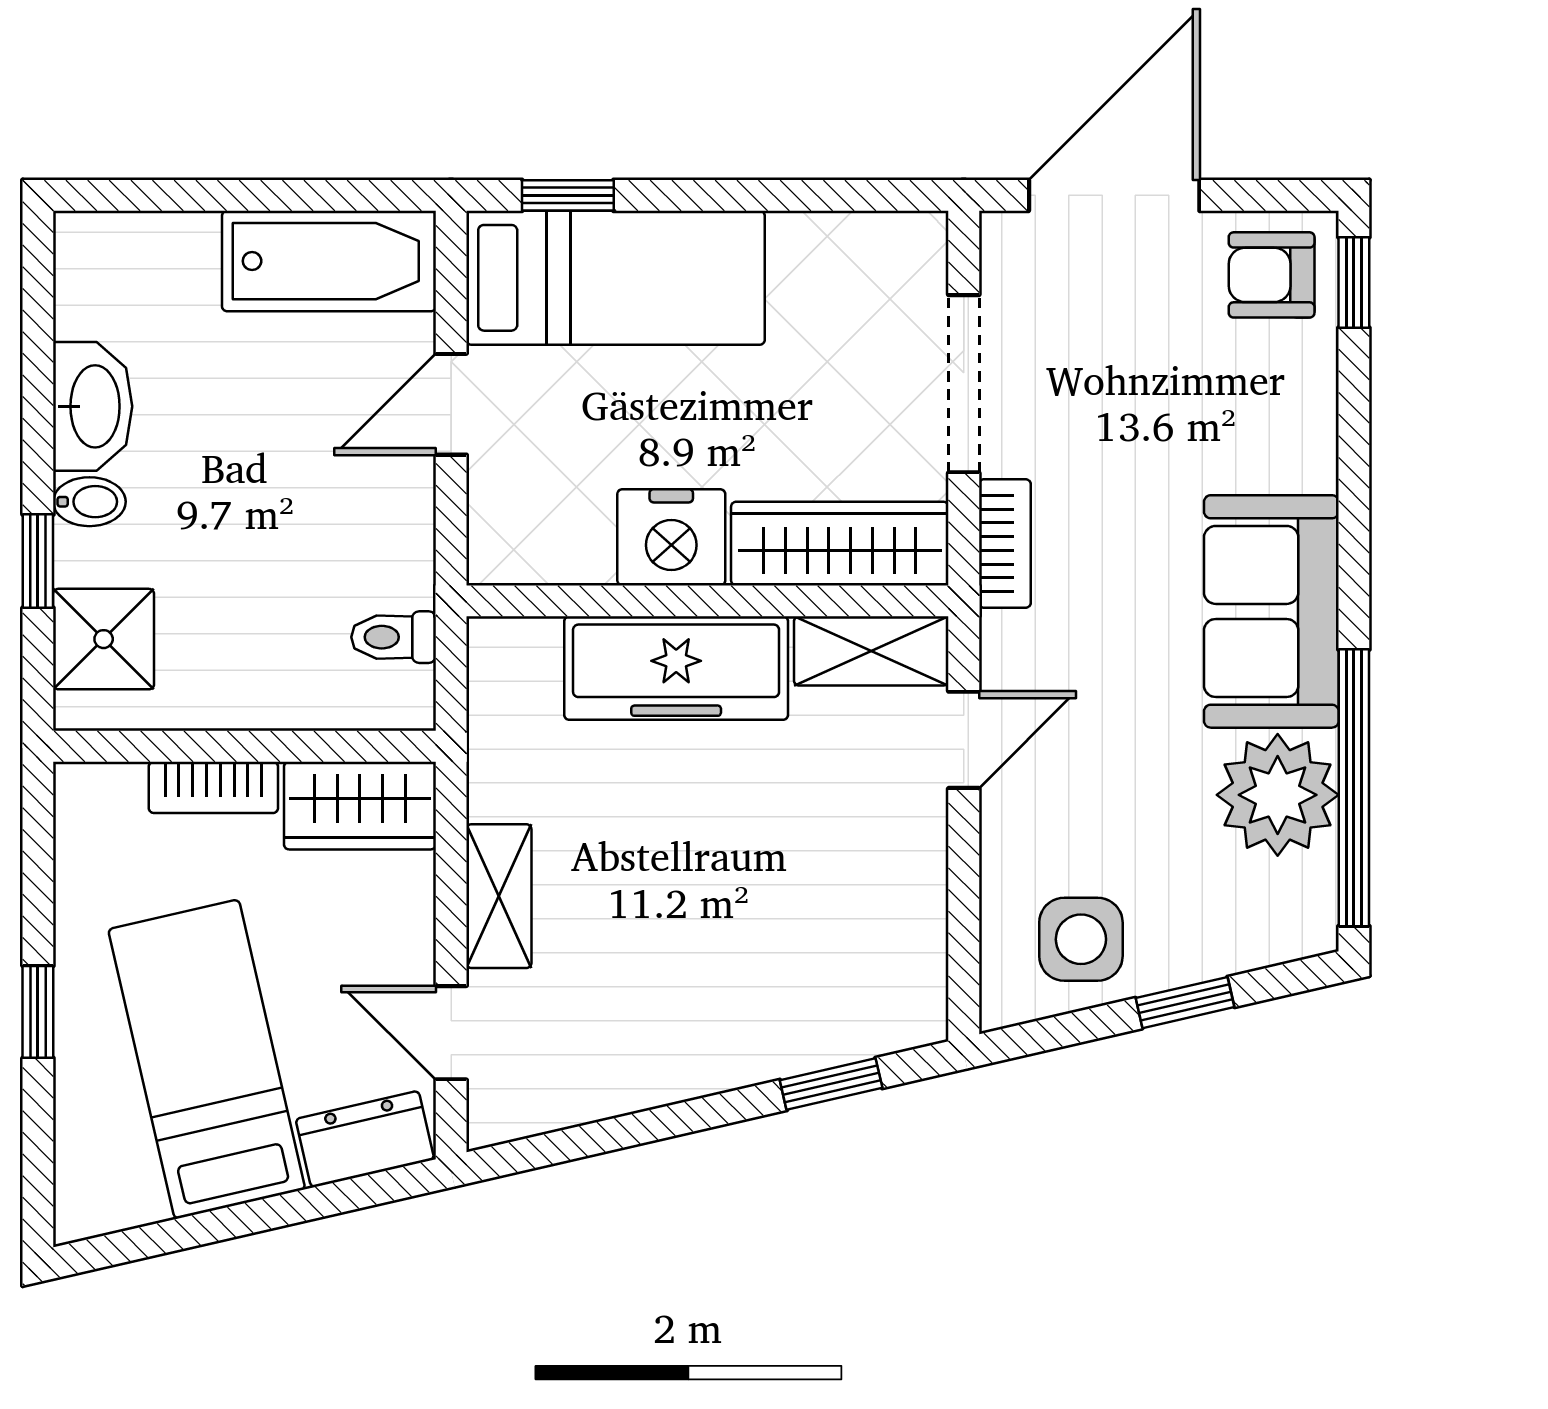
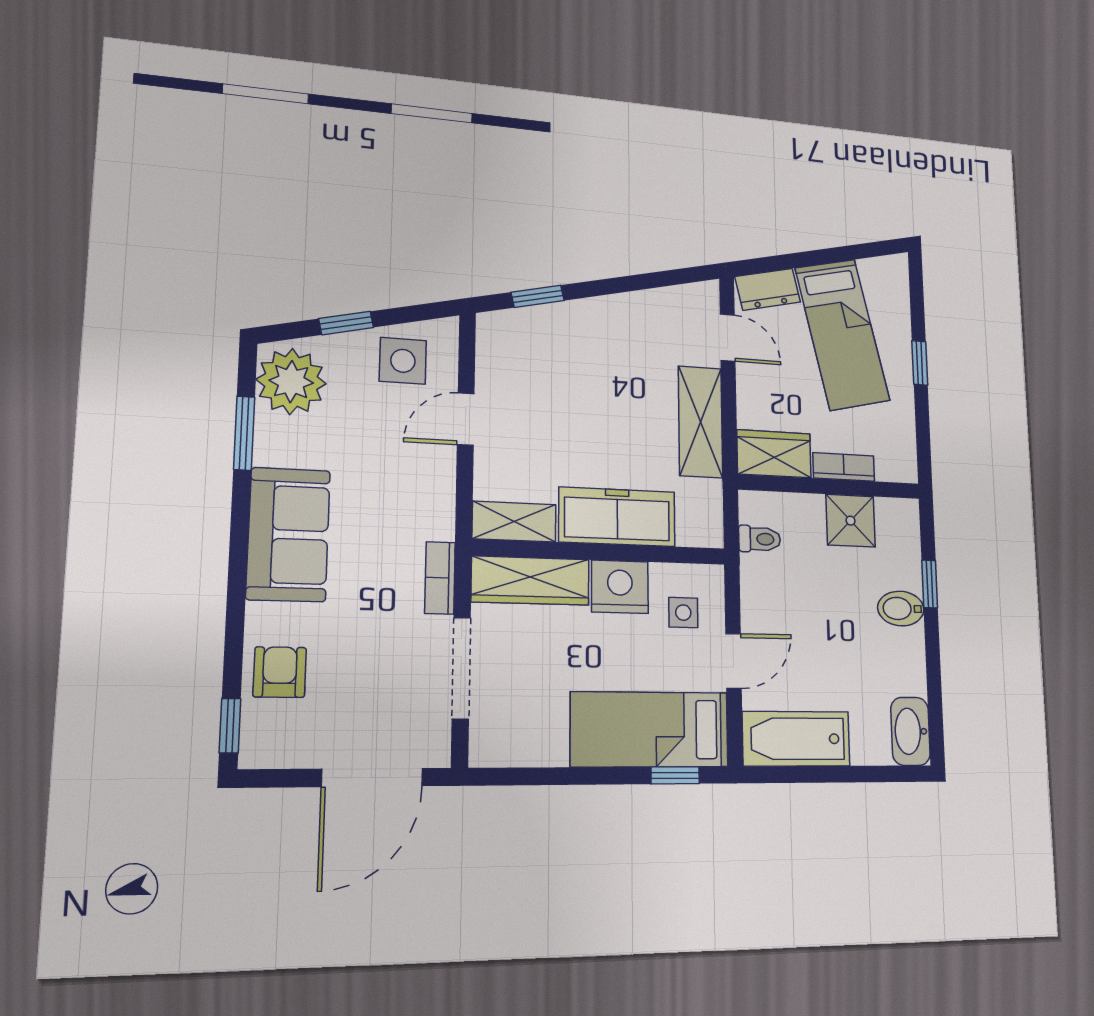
armchair: (1272, 275) -> (280, 672), moved, turned -90
washbasin: (93, 406) -> (910, 731), moved
side table: (549, 493) -> (683, 613), added
bidet: (89, 502) -> (901, 609), width x1.38, depth x1.36
shower: (104, 639) -> (851, 521), moved
door: (964, 740) -> (466, 419), moved
window: (1354, 788) -> (244, 433), width x0.47
plant: (1278, 795) -> (291, 382), moved
shelving: (499, 896) -> (700, 422), width x1.50, depth x1.33

